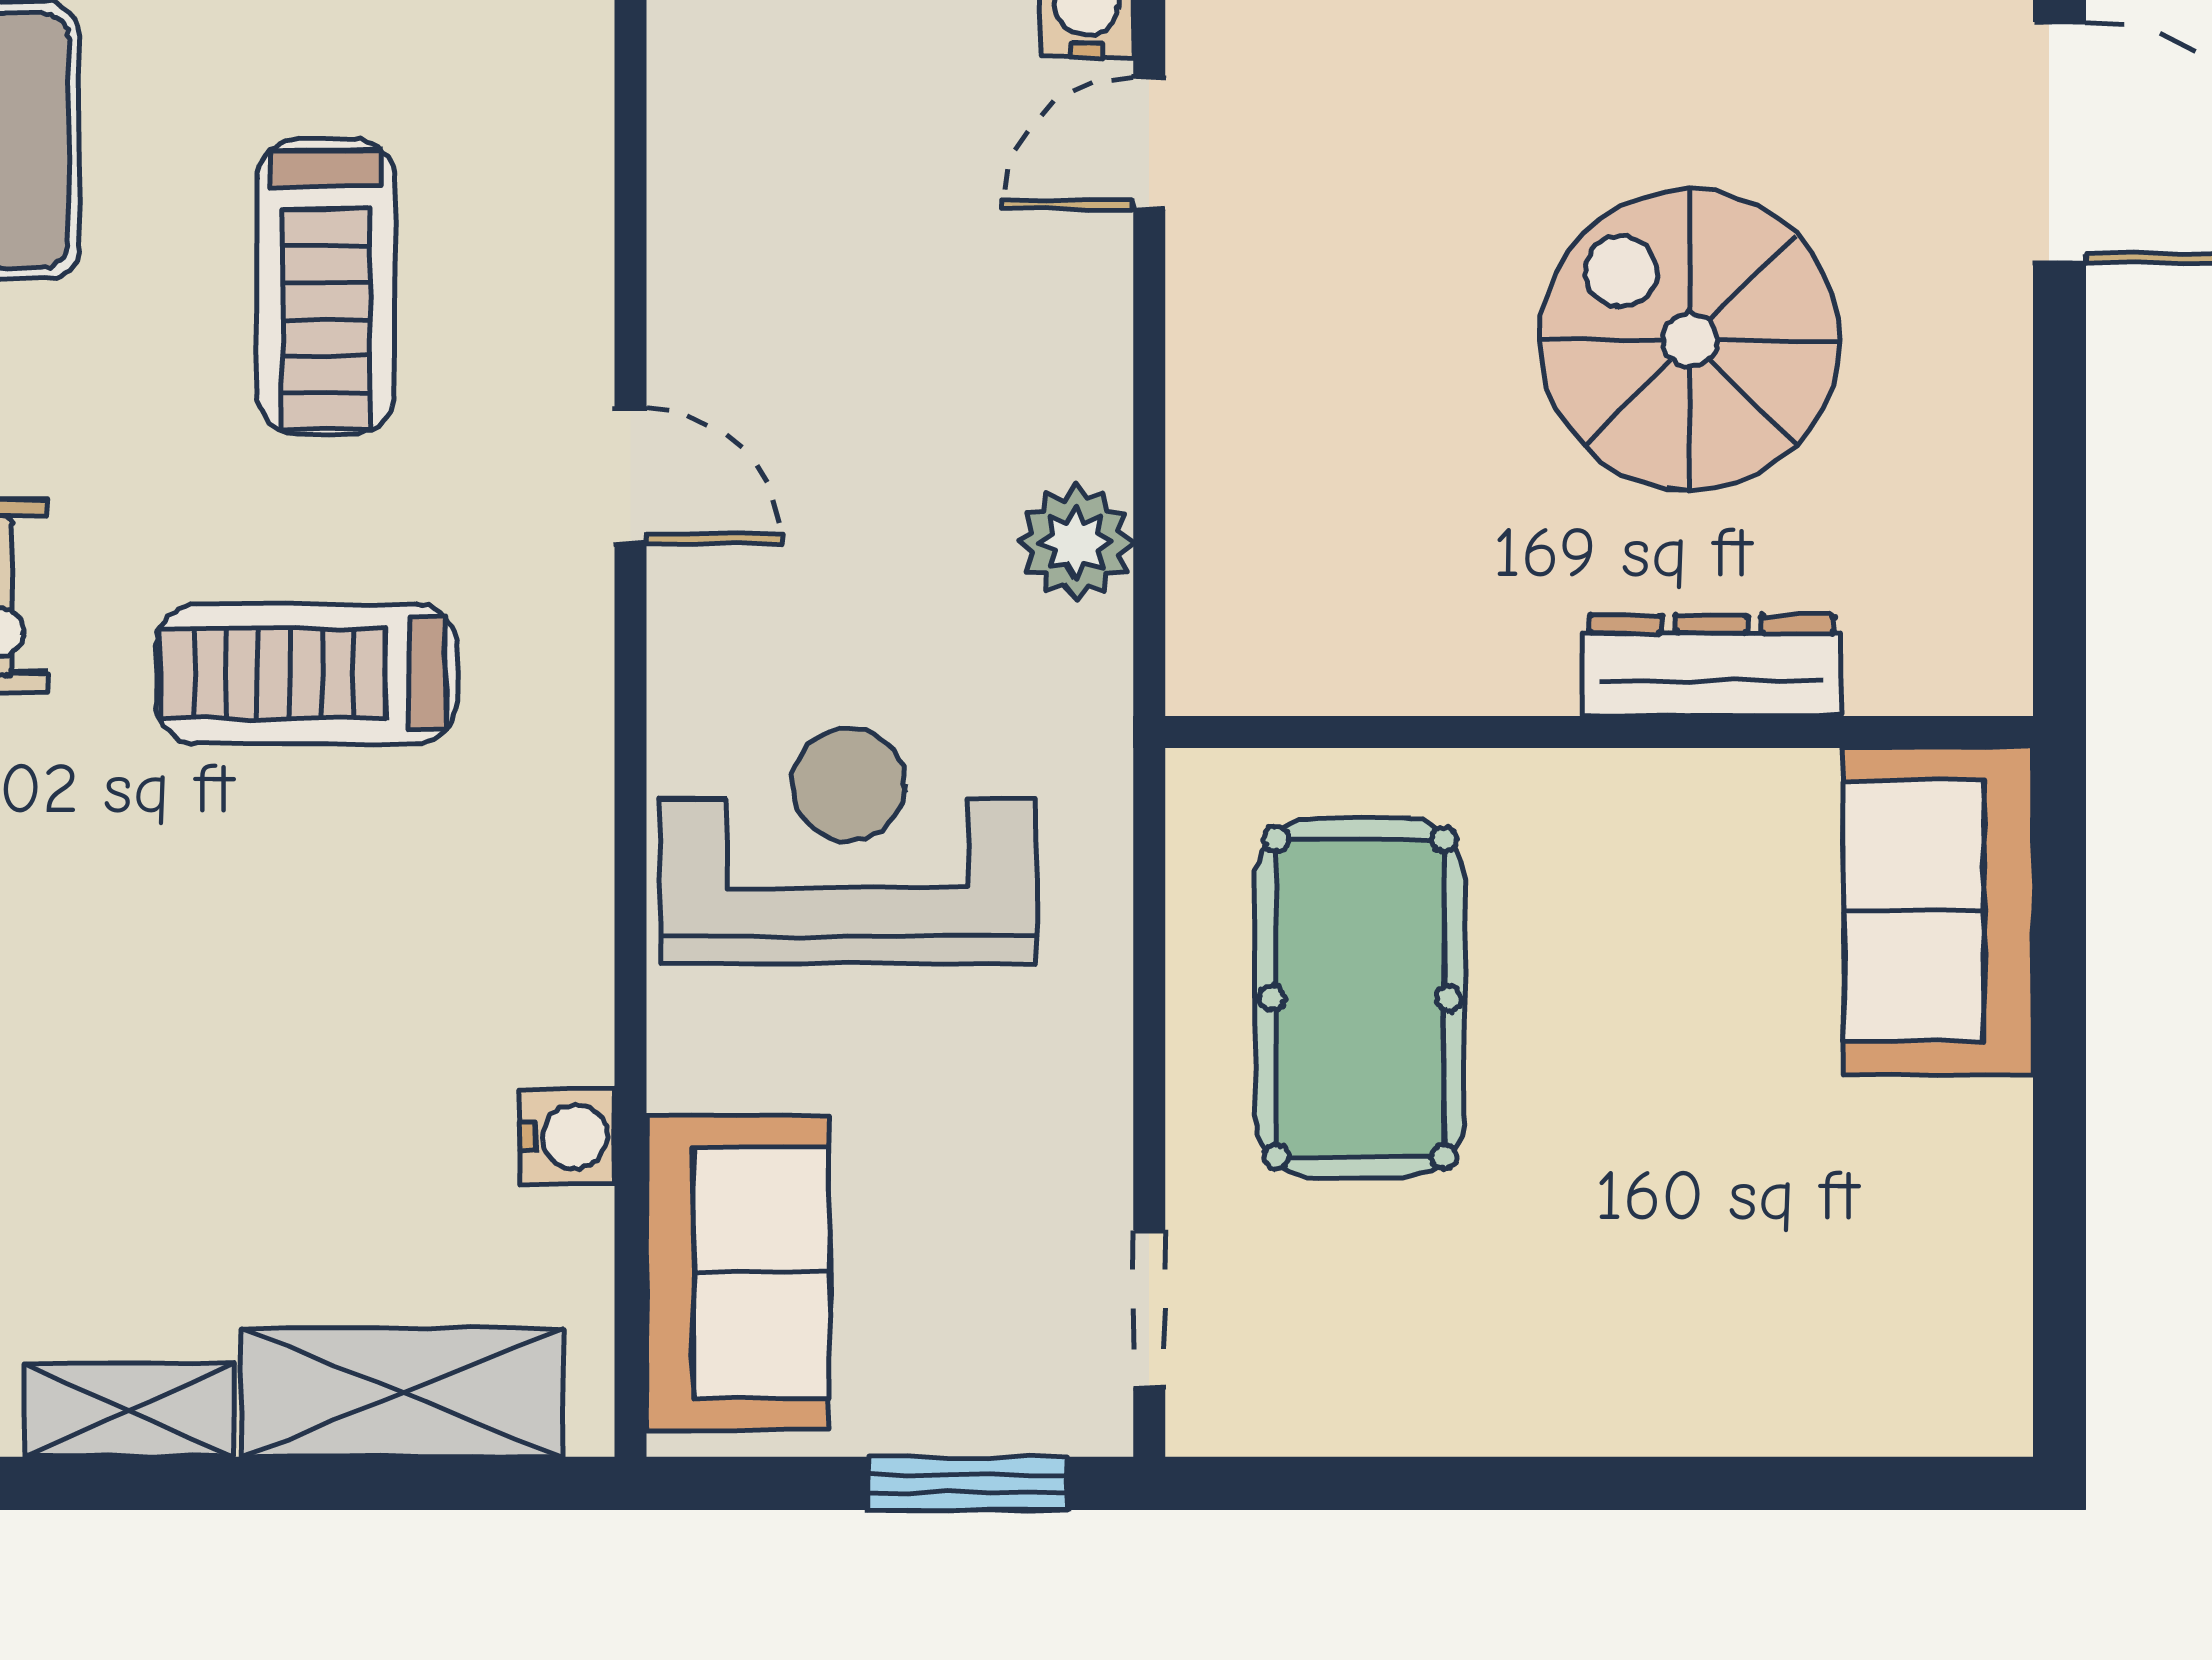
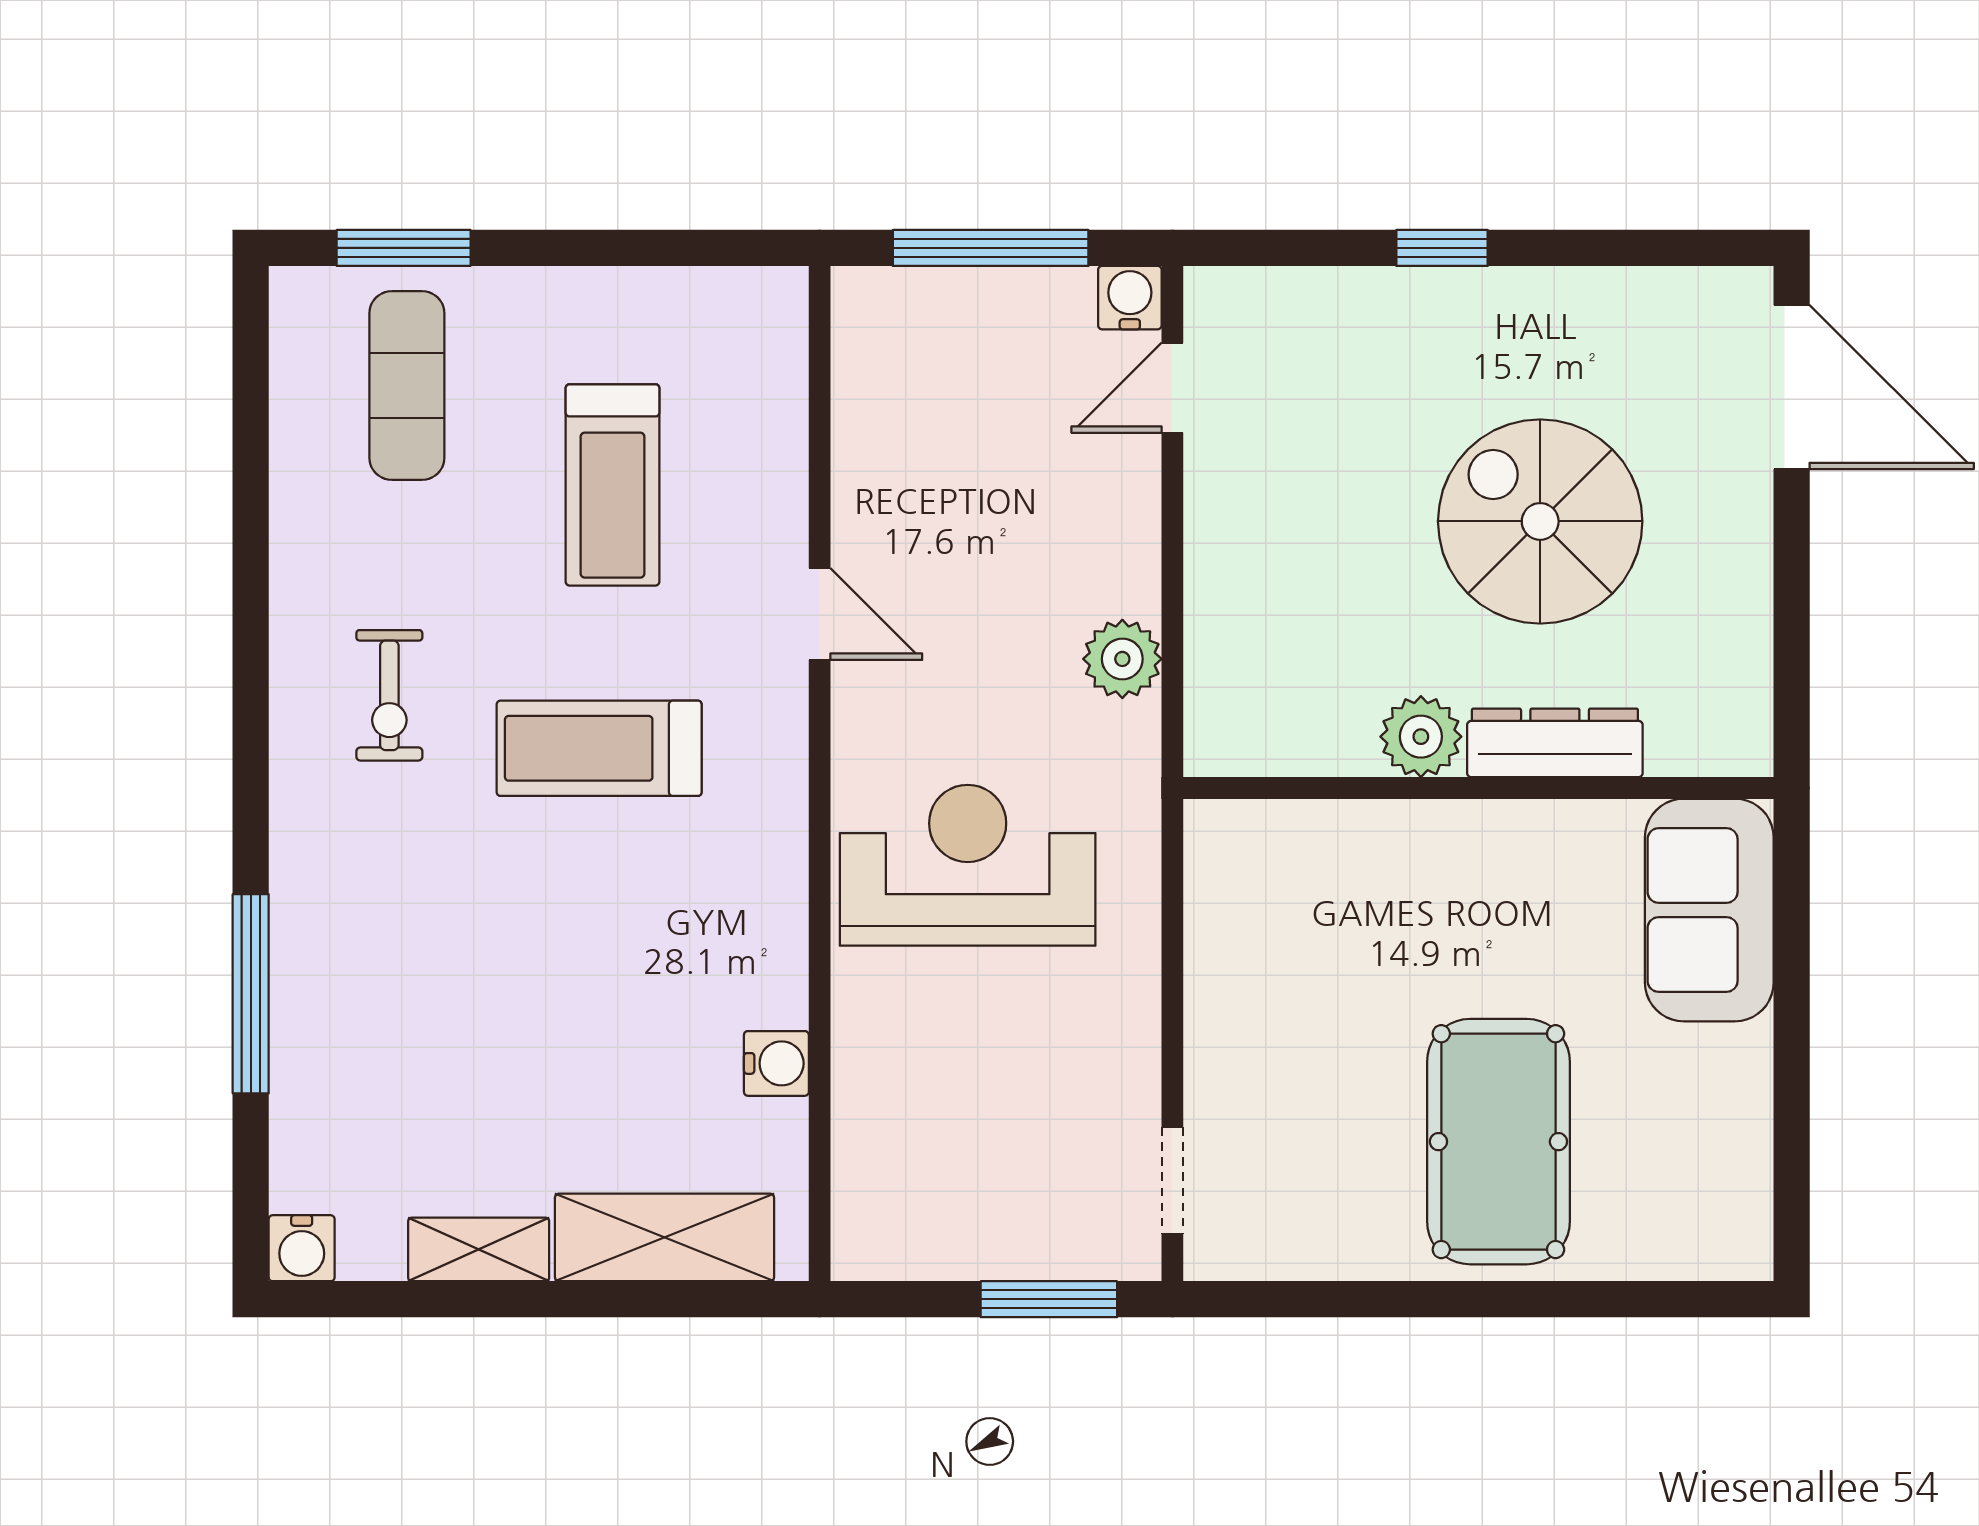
plant: (1515, 656) -> (1421, 737), added
pool table: (1360, 998) -> (1498, 1142), moved
sofa: (738, 1273) -> (893, 1156), removed

